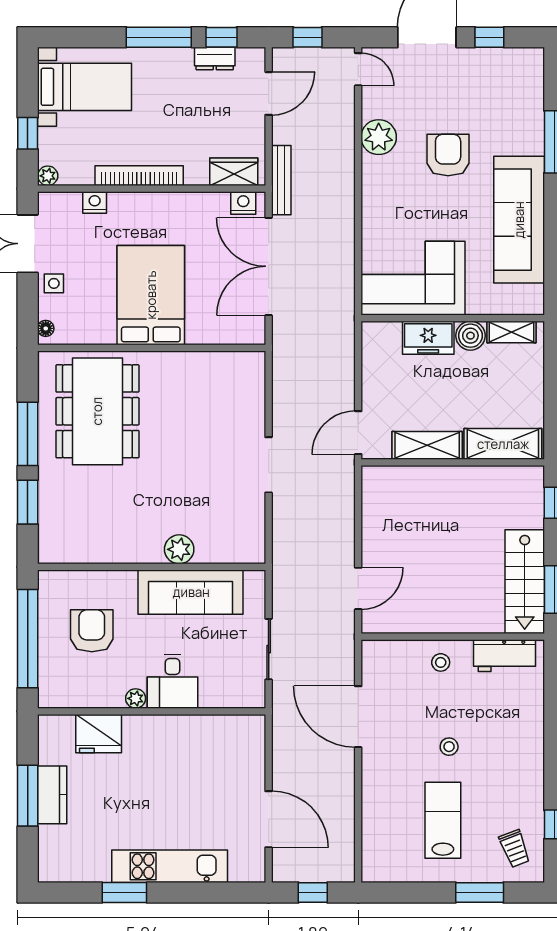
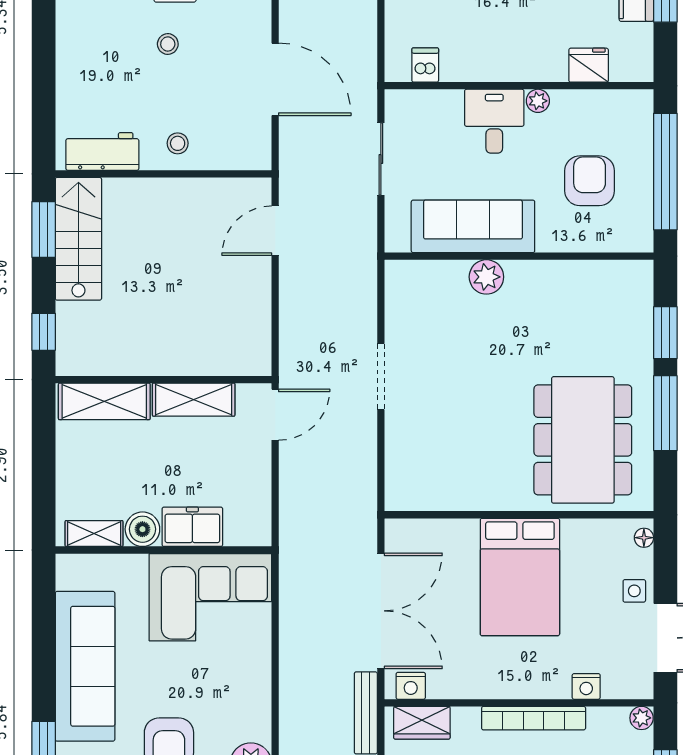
armchair: (92, 631) -> (590, 181), turned 180
dishwasher: (231, 729) -> (425, 65), added
fridge: (99, 734) -> (589, 65), width x0.73, depth x0.75

